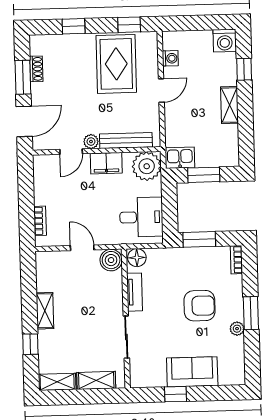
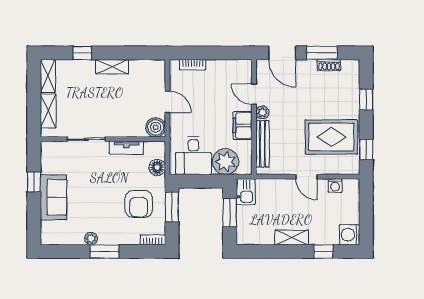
plant: (147, 166) -> (225, 162), moved
door: (82, 248) -> (167, 102), hinge flipped
floor lamp: (137, 258) -> (157, 167), moved
armchair: (199, 306) -> (139, 204), moved

